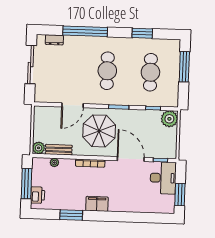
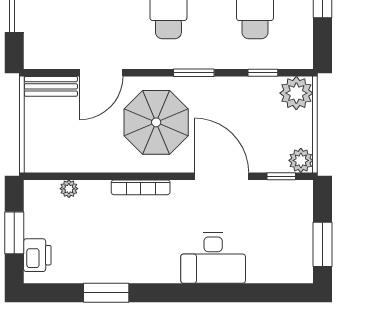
plant: (39, 148) -> (301, 160), moved
bench: (59, 150) -> (51, 86), moved
desk: (163, 178) -> (213, 258), moved, turned 90
window: (27, 184) -> (14, 233), width x0.69
filing cabinet: (97, 204) -> (157, 269), removed

